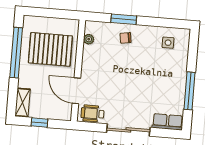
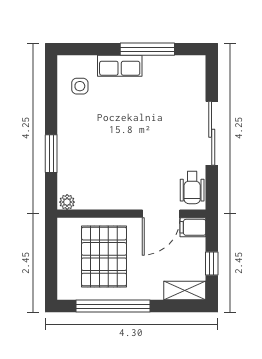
chair: (126, 38) -> (78, 149), removed
plant: (89, 39) -> (67, 202), moved
filing cabinet: (65, 112) -> (193, 227), added
row of seats: (168, 122) -> (120, 66), moved, turned -90

